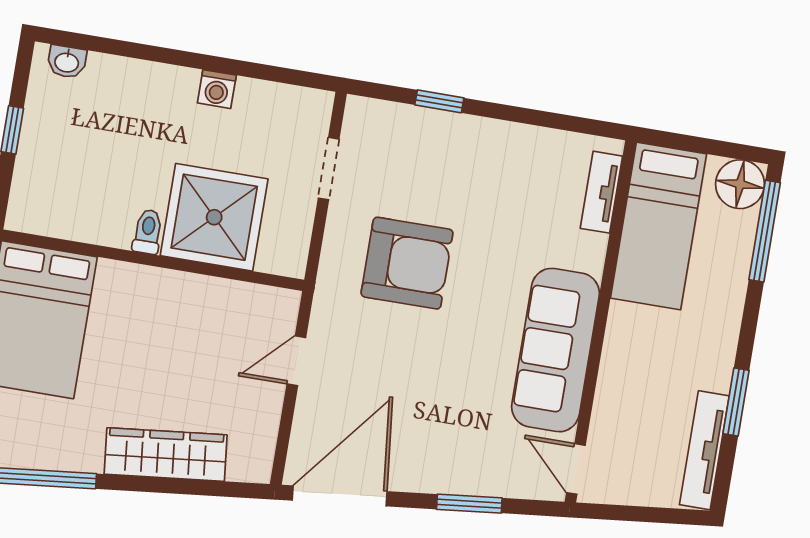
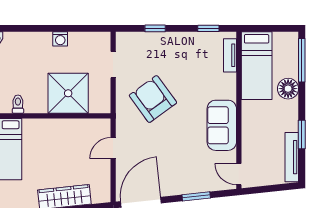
window: (562, 122) -> (208, 28), added
floor lamp: (740, 184) -> (288, 89), moved
toilet: (148, 232) -> (18, 104), moved
armchair: (407, 263) -> (153, 99), turned -126
sofa: (555, 350) -> (222, 125), width x0.73

